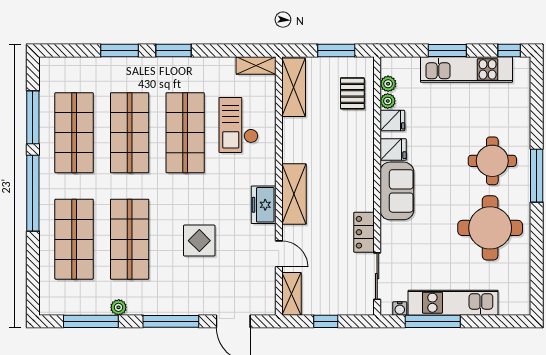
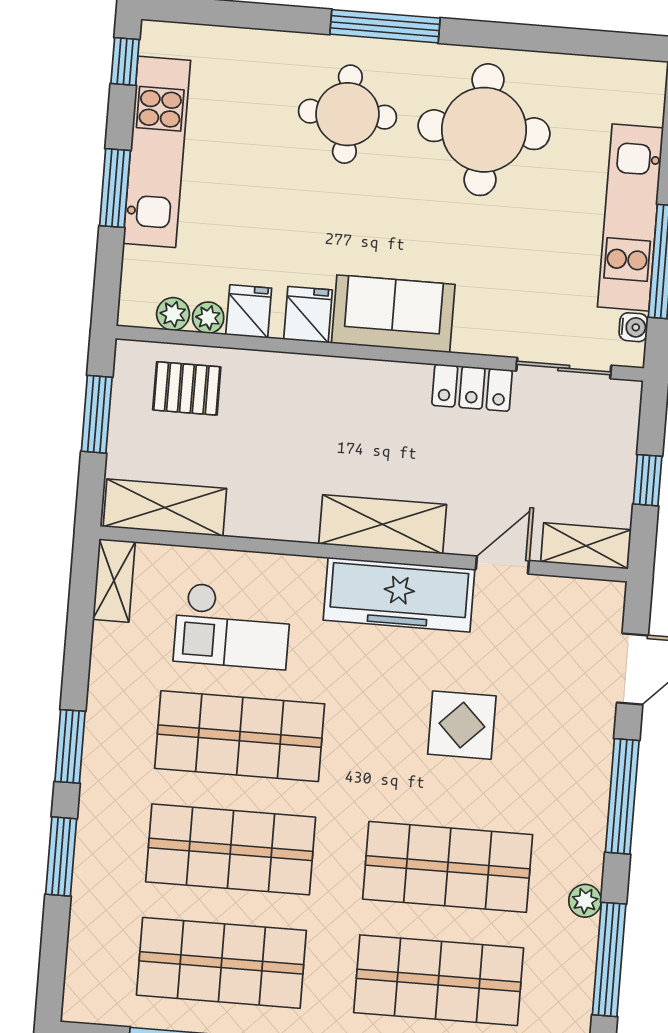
freezer: (264, 205) -> (399, 595), width x1.91, depth x1.26

